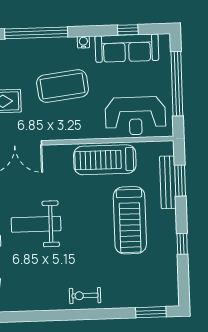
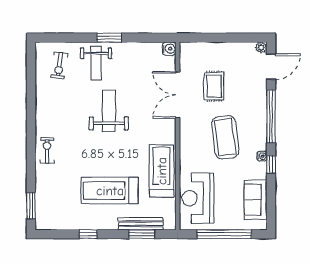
window: (128, 30) -> (271, 164), moved
sofa: (127, 48) -> (256, 200), width x0.73

